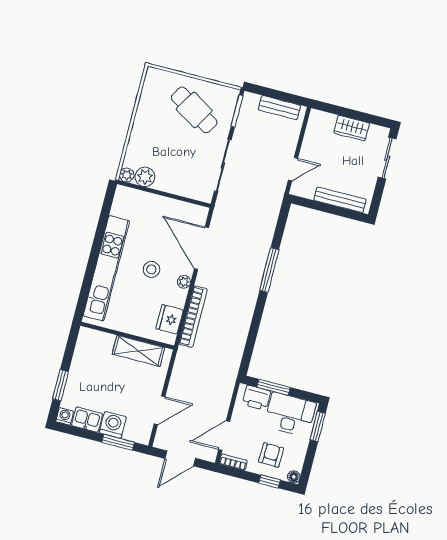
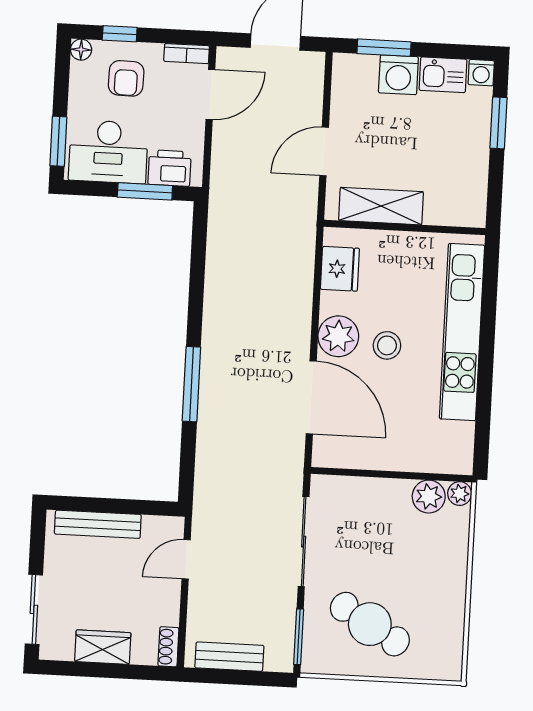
shoe rack: (314, 121) -> (168, 647), added
plant: (184, 282) -> (338, 336), width x1.88, depth x1.88
bookcase: (193, 316) -> (302, 281), removed
door: (160, 410) -> (324, 151), moved

